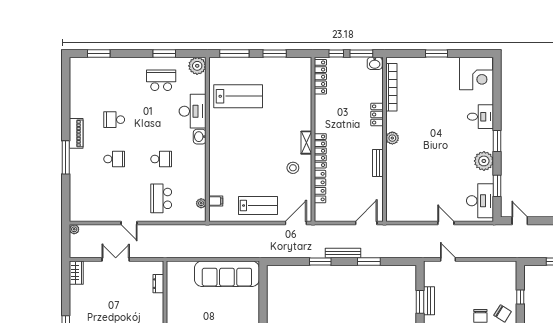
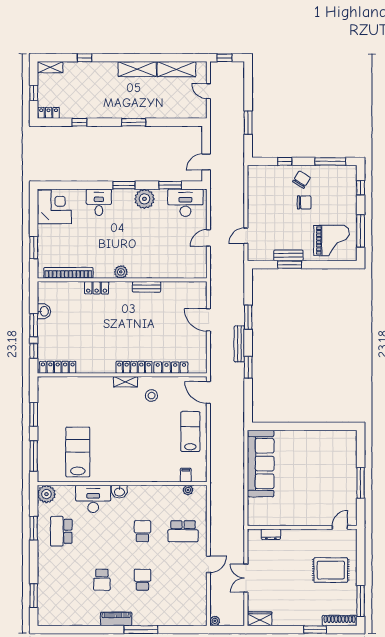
bookcase: (391, 87) -> (68, 273), moved
locker: (377, 114) -> (97, 288), moved
plant: (392, 138) -> (121, 272), moved
wall: (385, 139) -> (122, 280), moved
bench: (378, 163) -> (147, 287), moved

